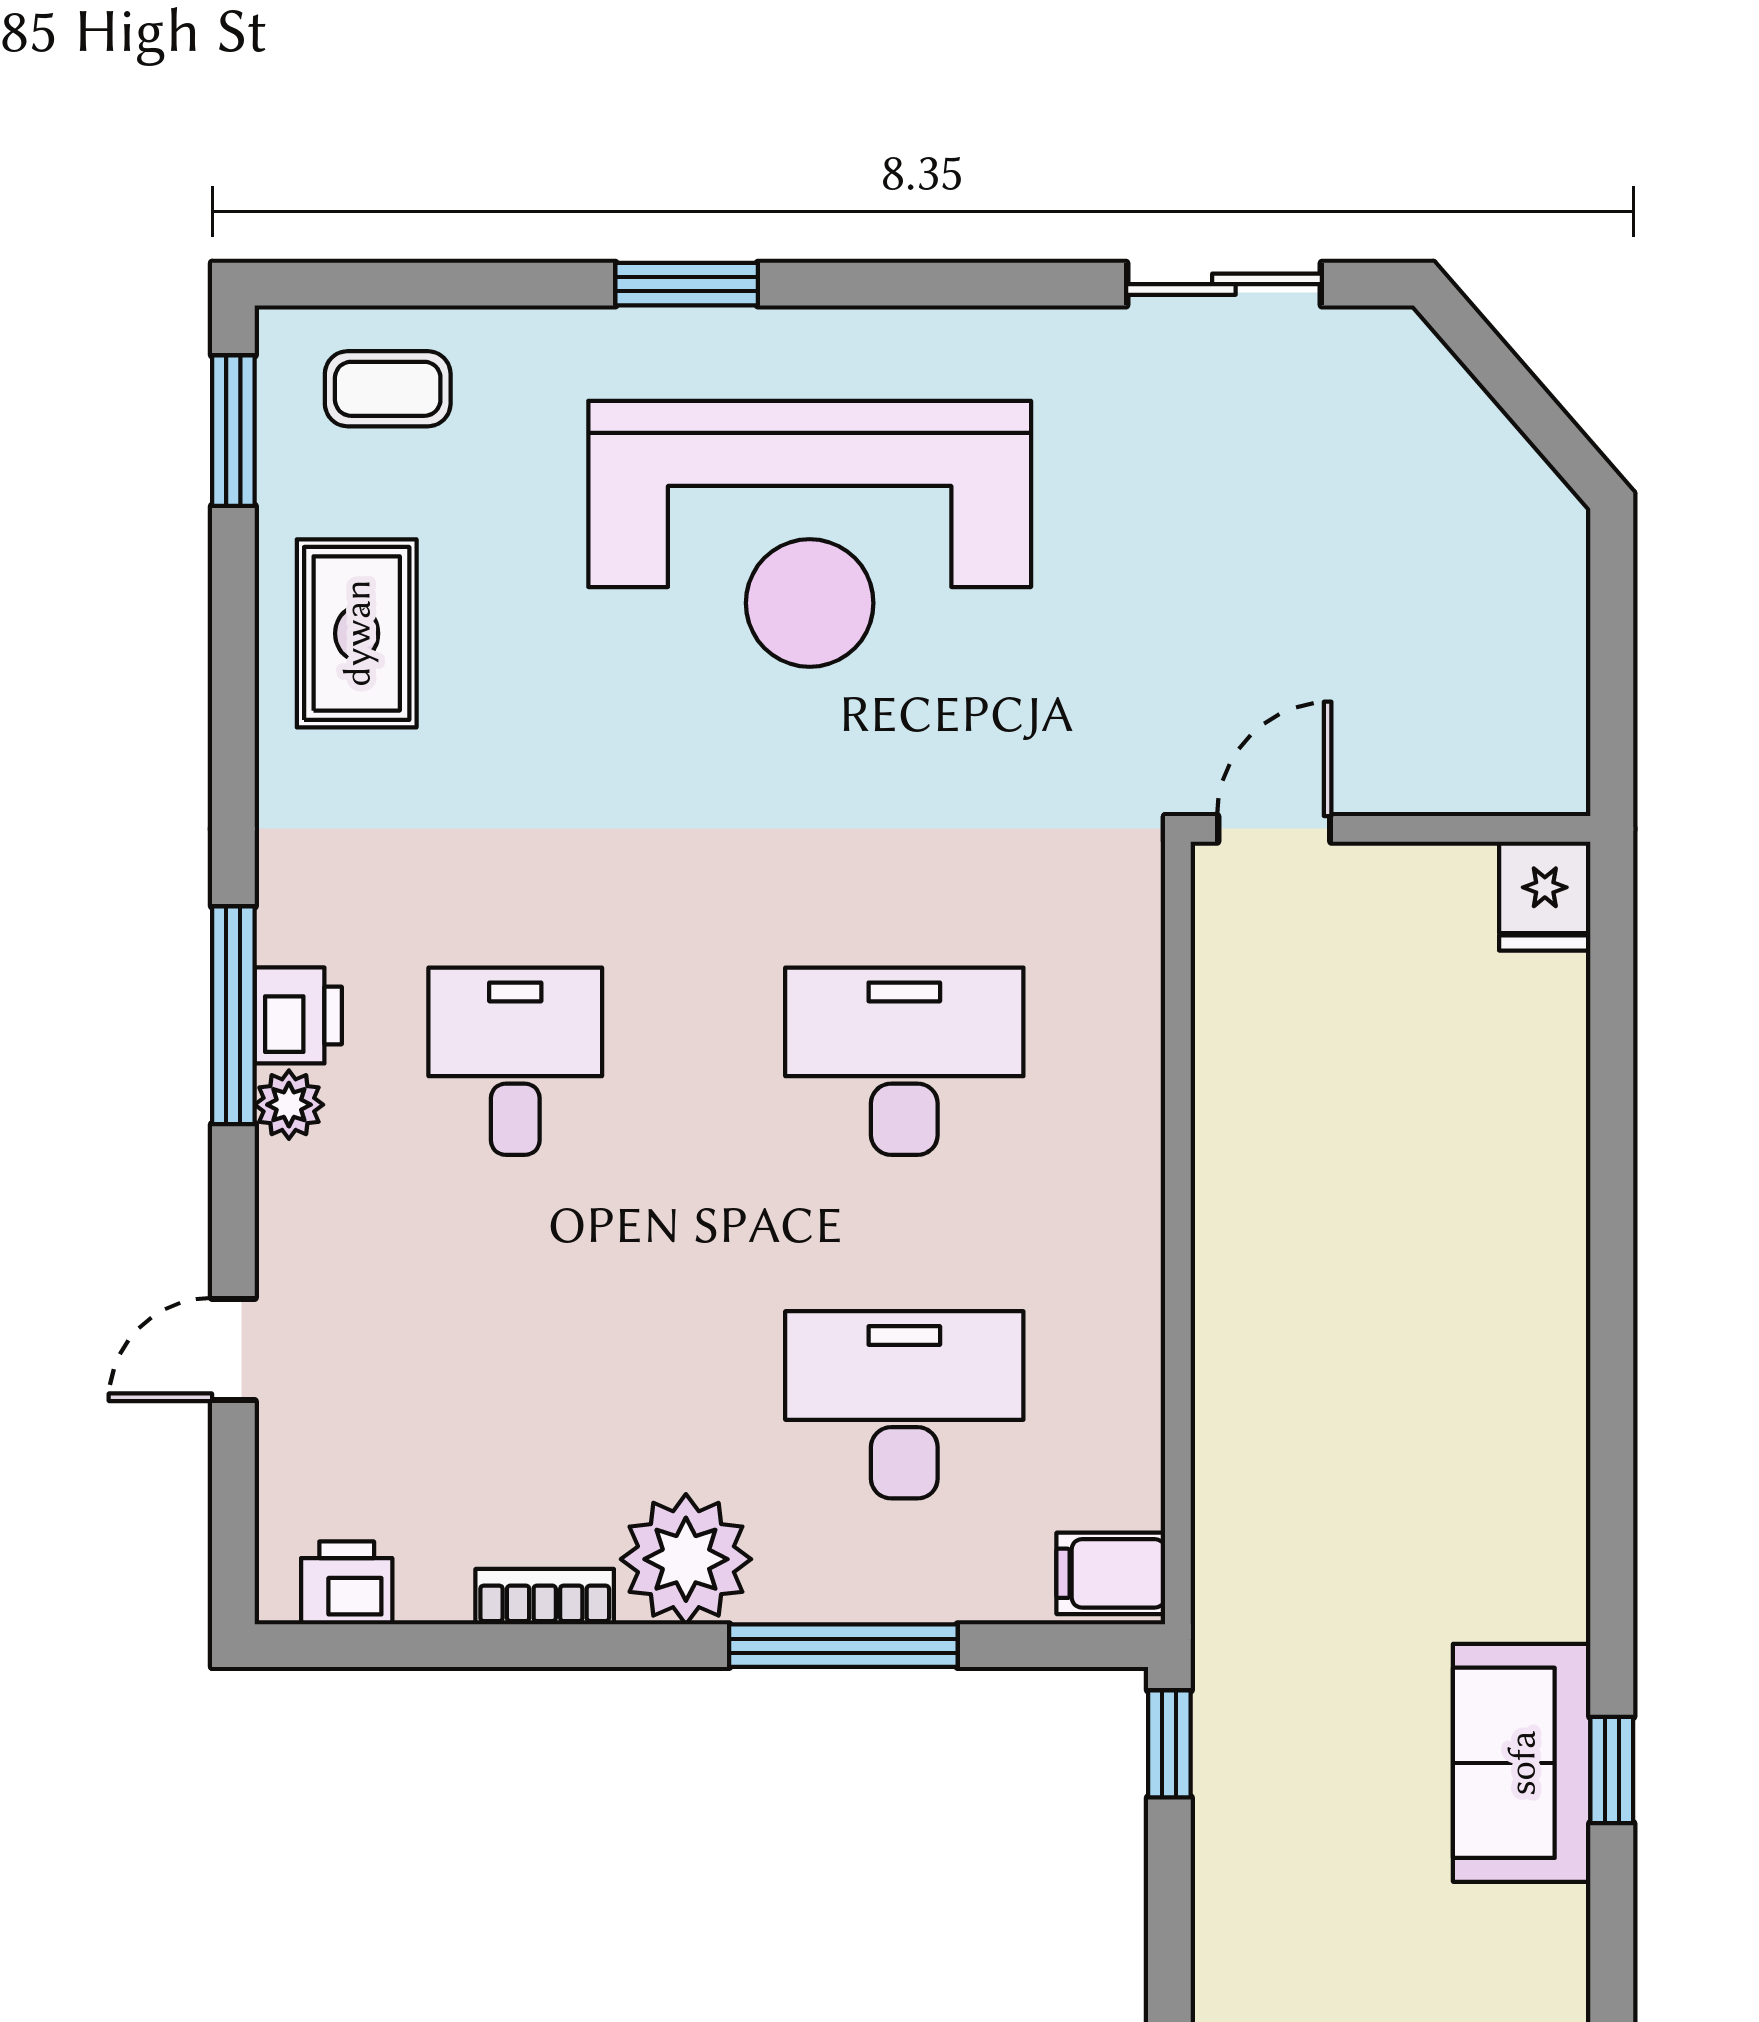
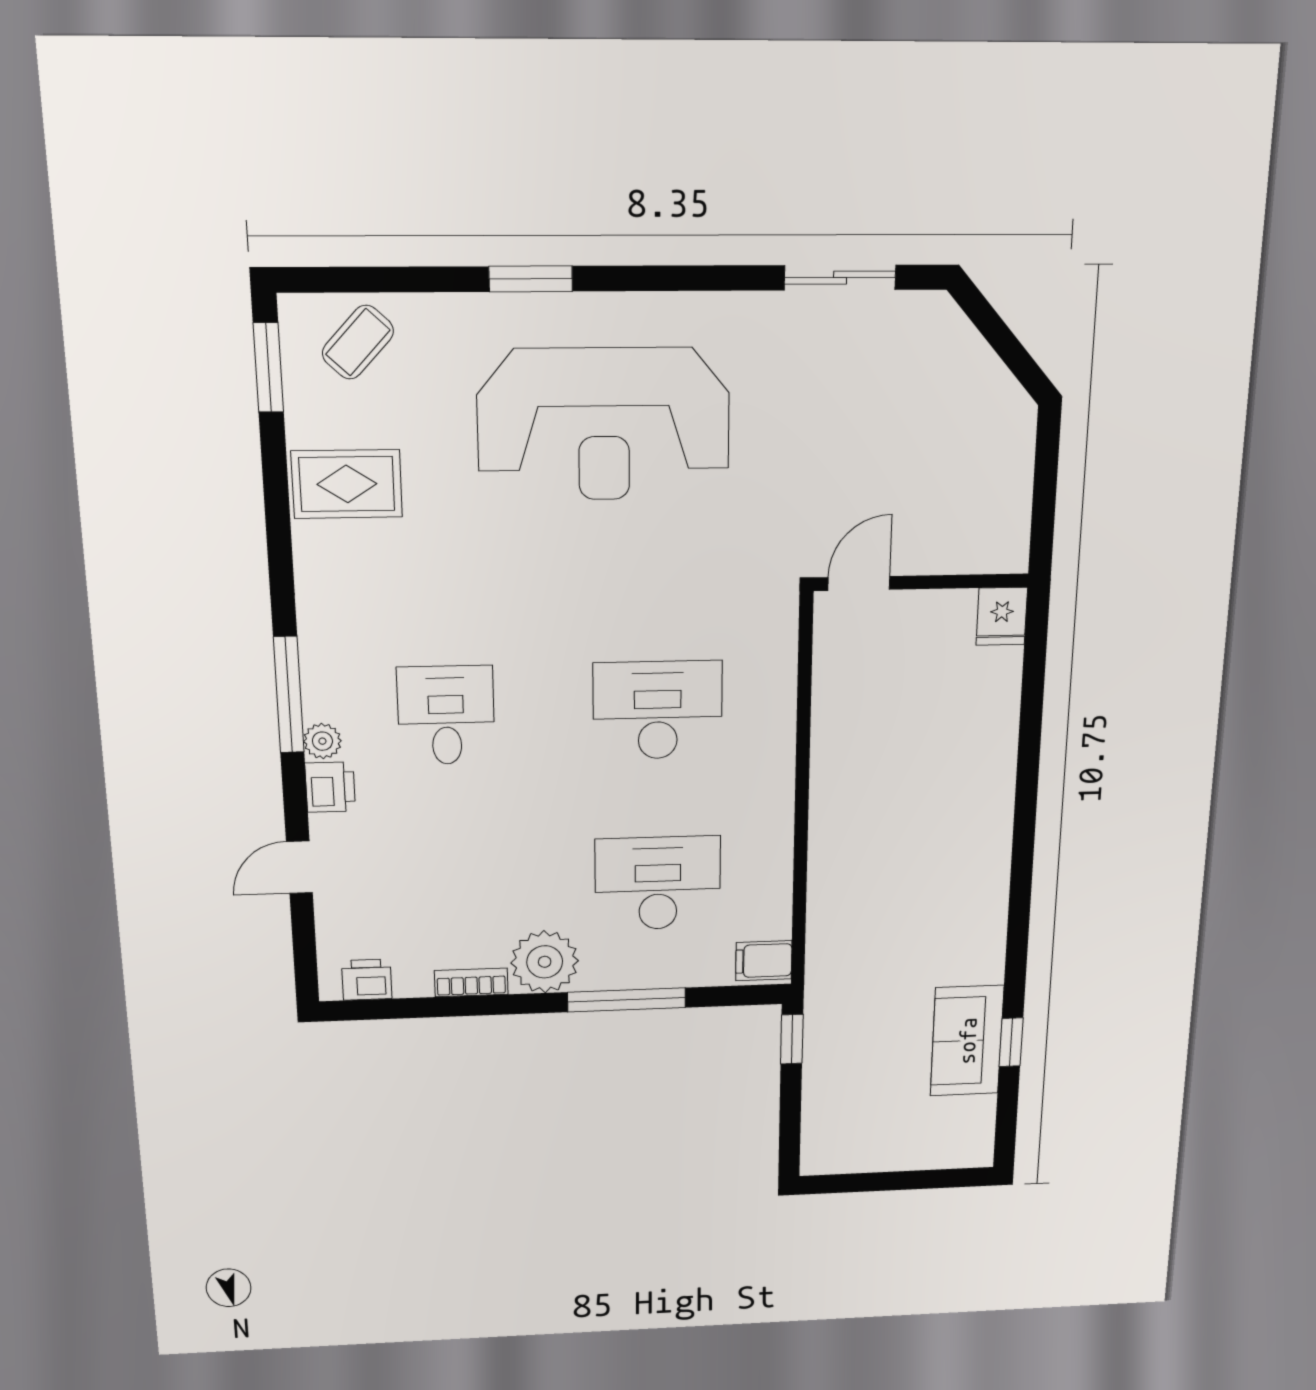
coffee table: (388, 389) -> (358, 342), turned -47
rug: (357, 633) -> (347, 484), turned 90
printer: (298, 1015) -> (330, 787), moved

